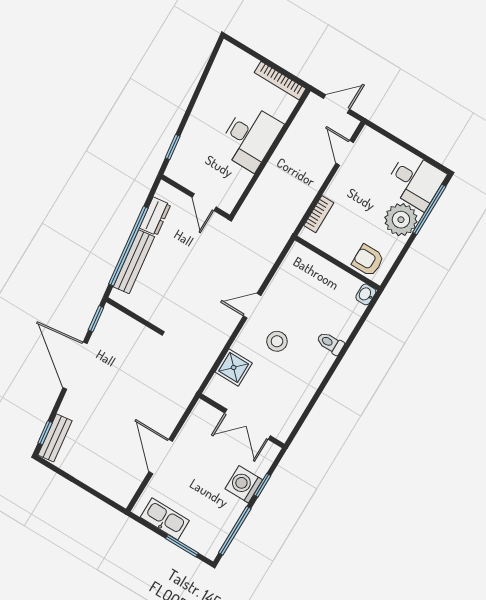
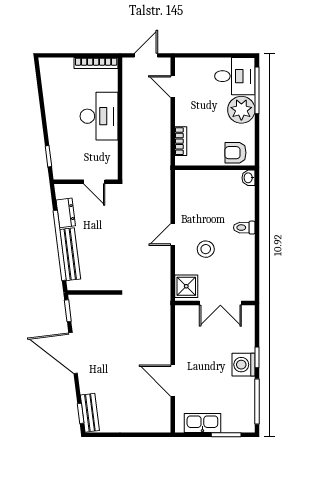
wall: (242, 421) -> (215, 303), moved
double door: (247, 424) -> (220, 303), moved

